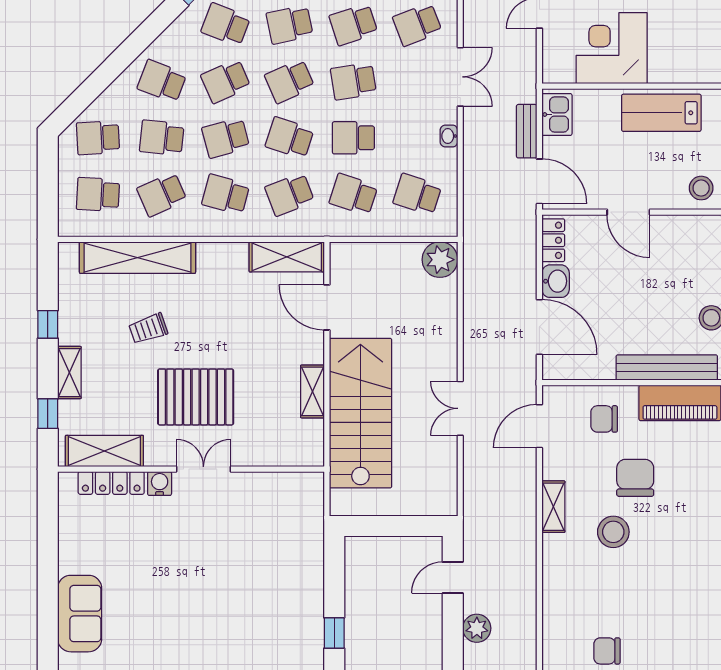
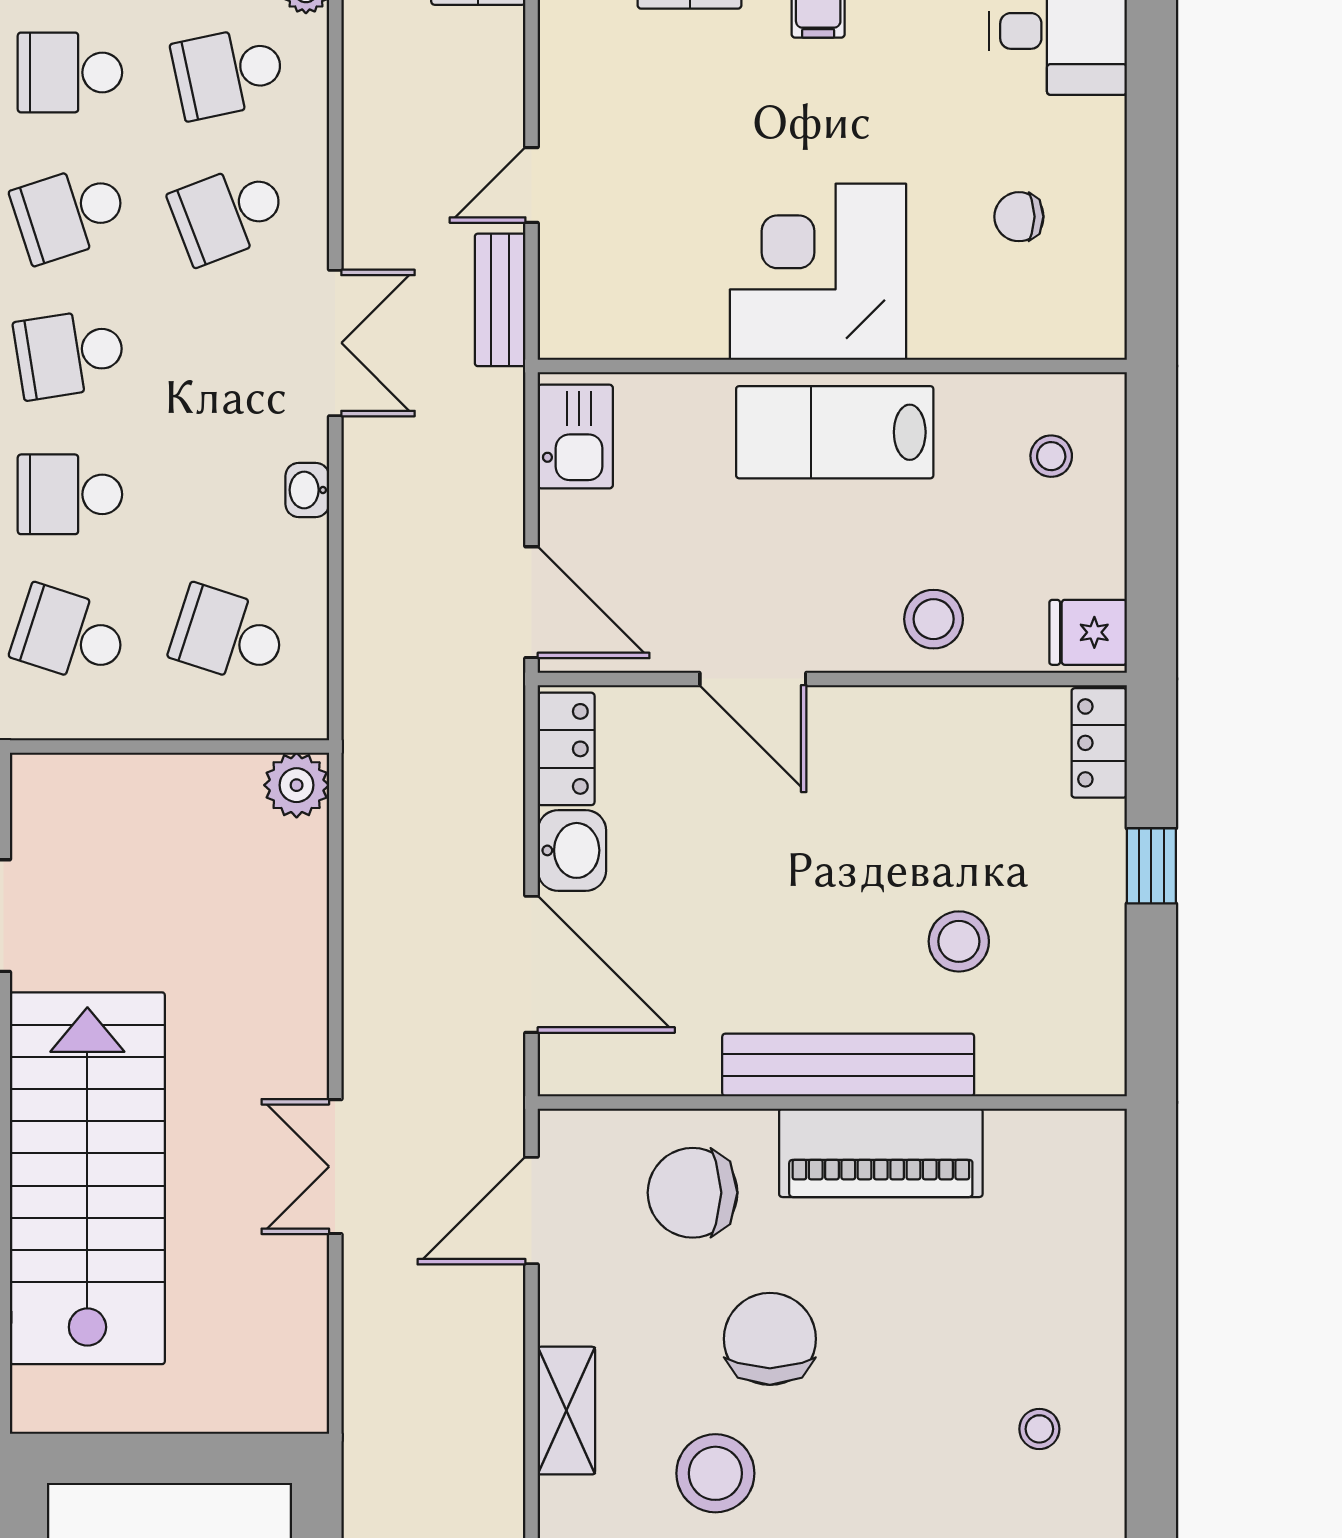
corner desk: (612, 48) -> (818, 272), moved
bench: (527, 131) -> (500, 300), moved
plant: (440, 260) -> (297, 785), width x0.73, depth x0.73
chair: (604, 419) -> (693, 1193), width x1.37, depth x1.37

